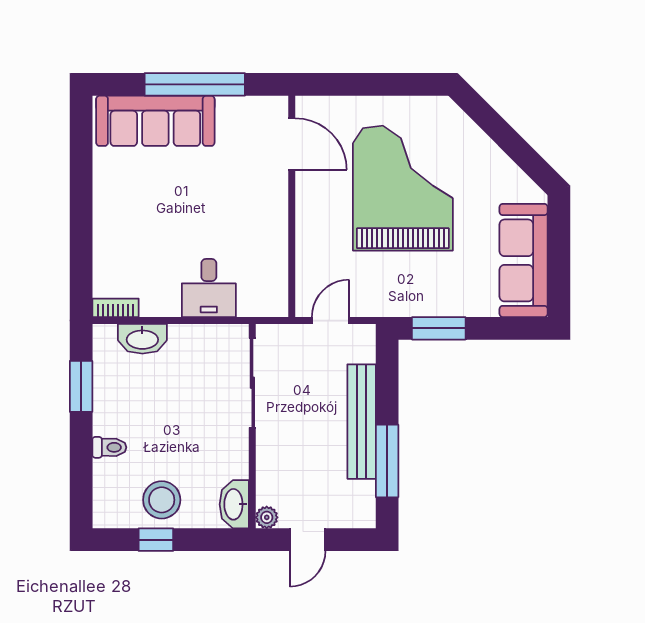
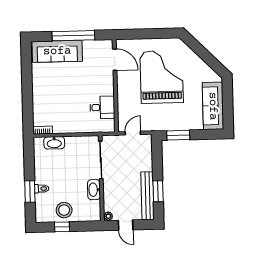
desk: (209, 288) -> (102, 107), moved, turned -90
window: (81, 386) -> (30, 192), moved
bench: (362, 422) -> (147, 196), moved
window: (387, 461) -> (158, 191), width x0.69
washbasin: (234, 504) -> (94, 190), moved
door: (308, 540) -> (126, 225), hinge flipped

